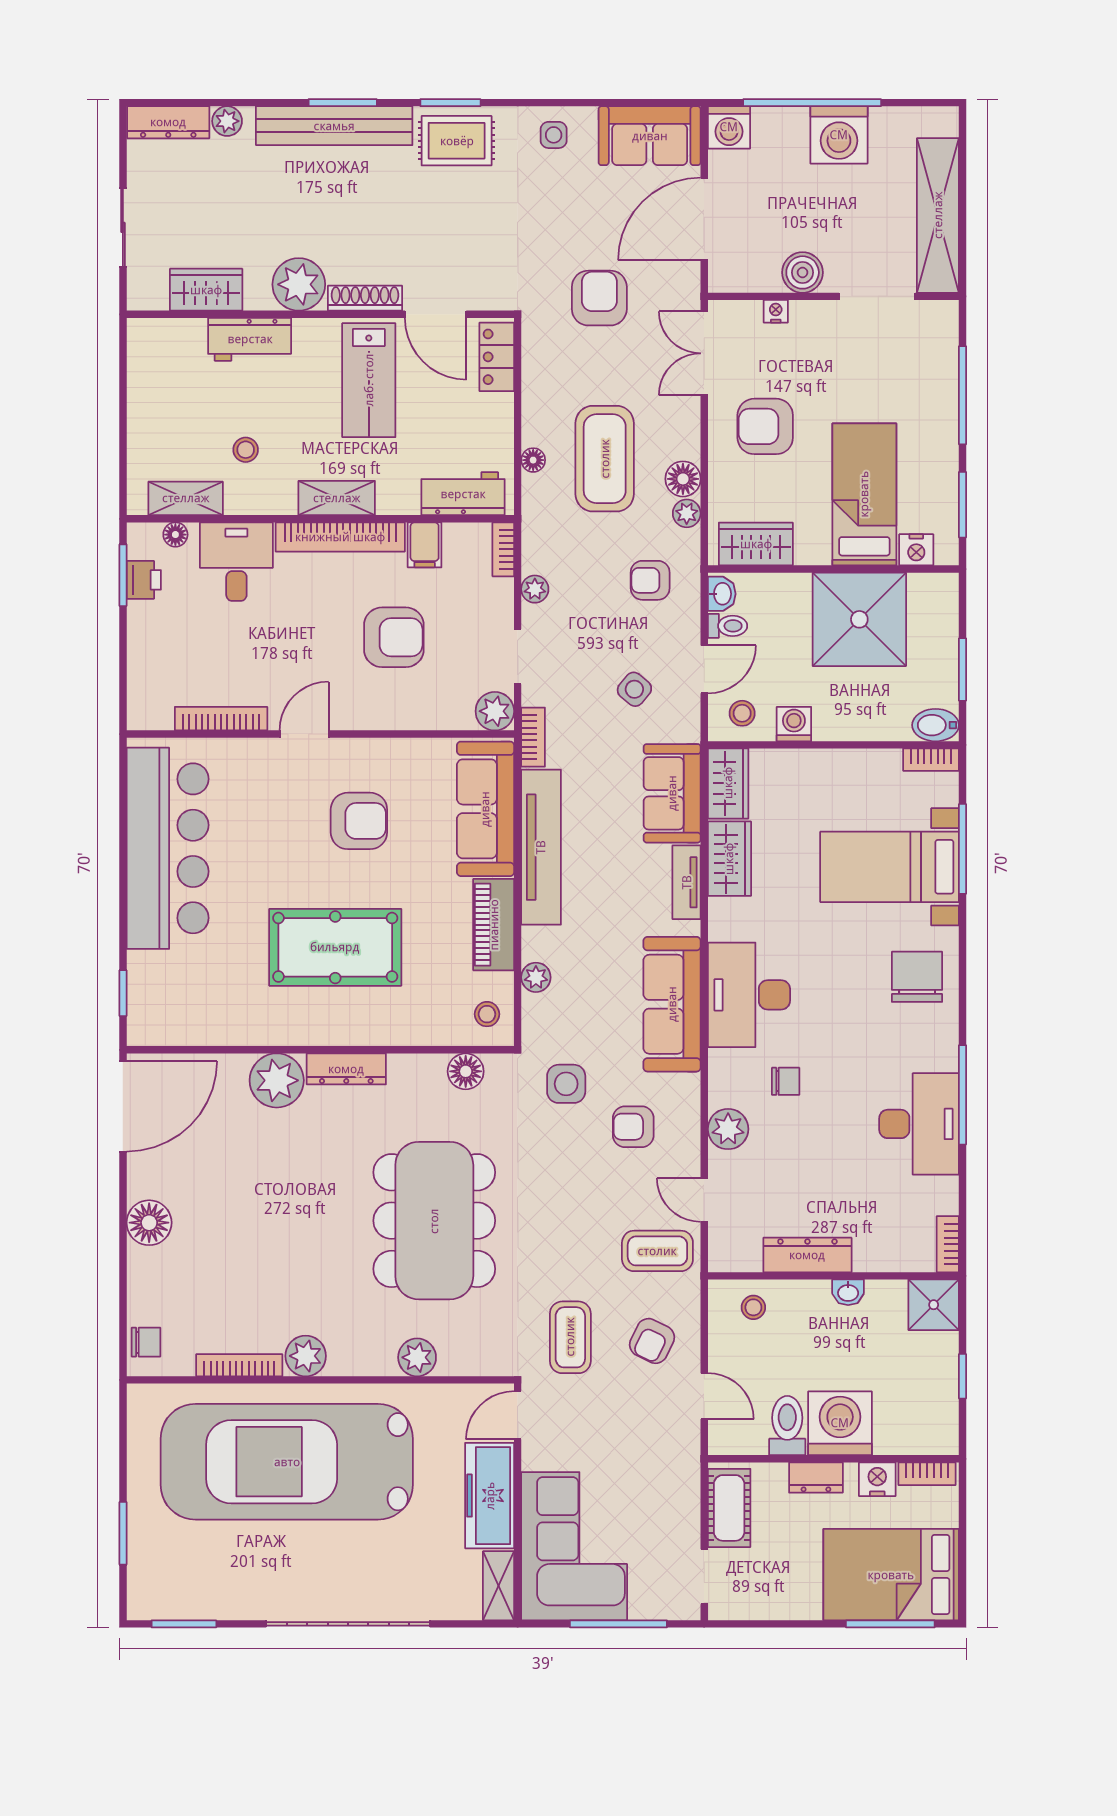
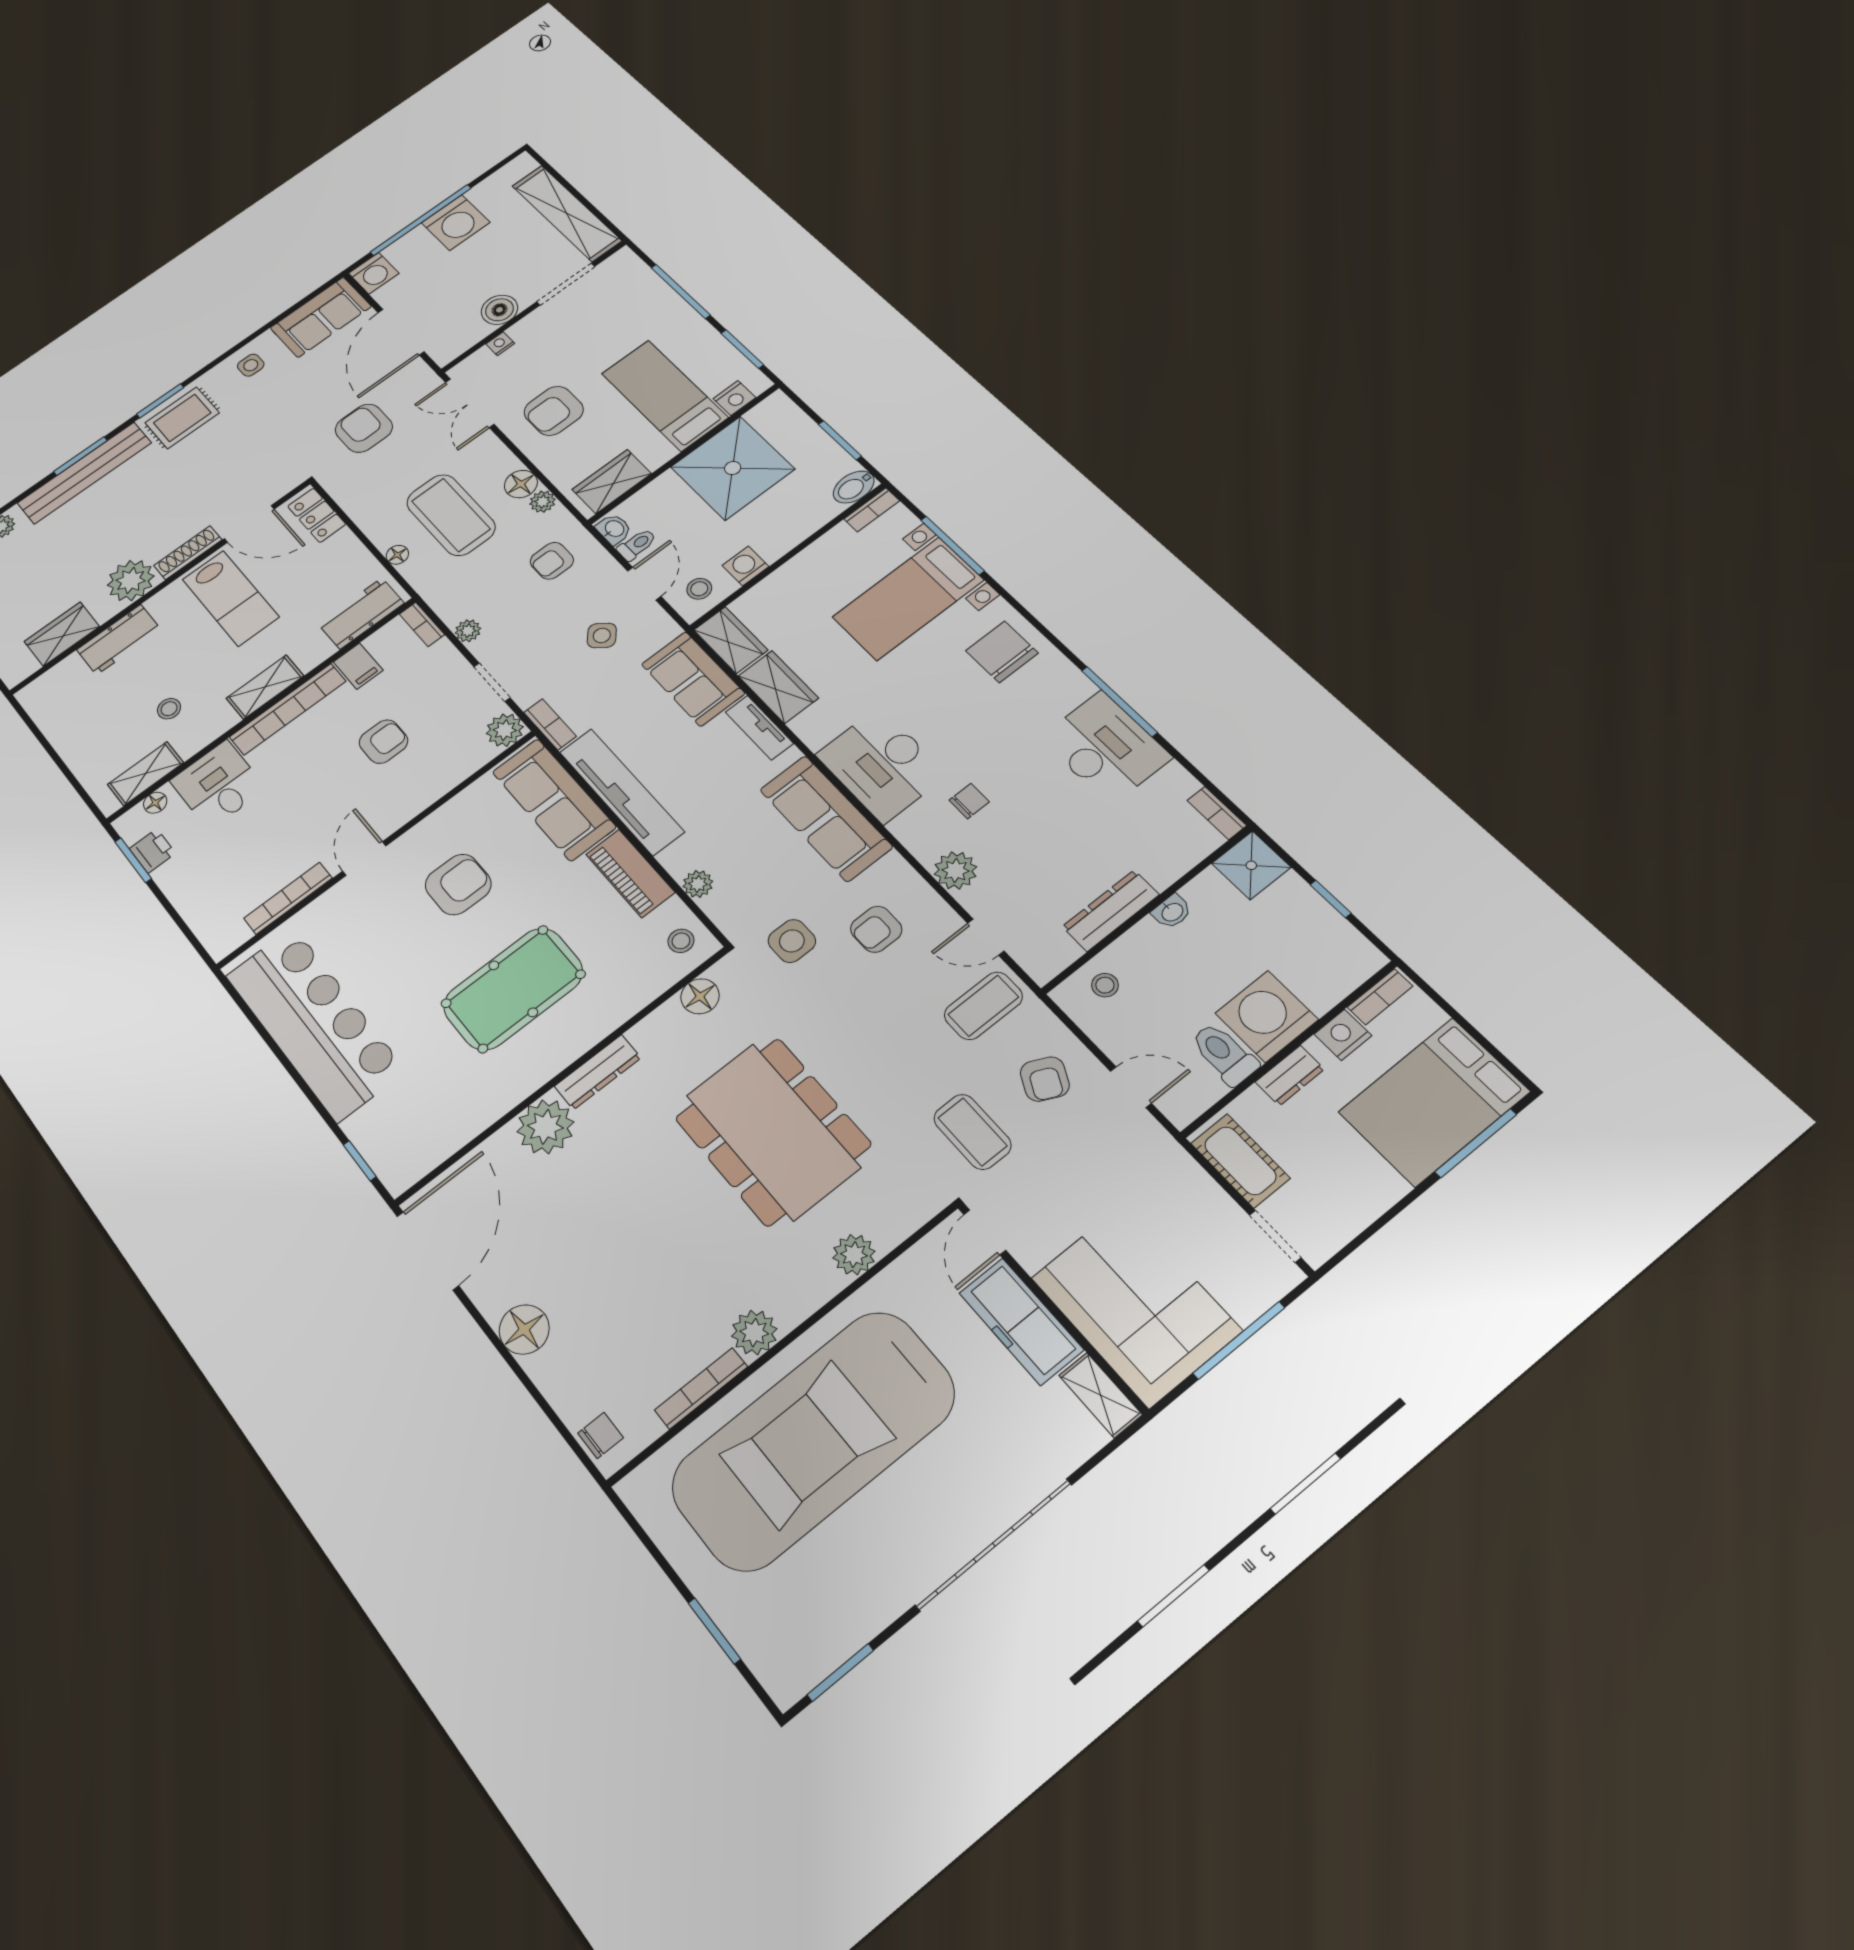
armchair: (394, 637) -> (384, 742), width x0.72, depth x0.72

